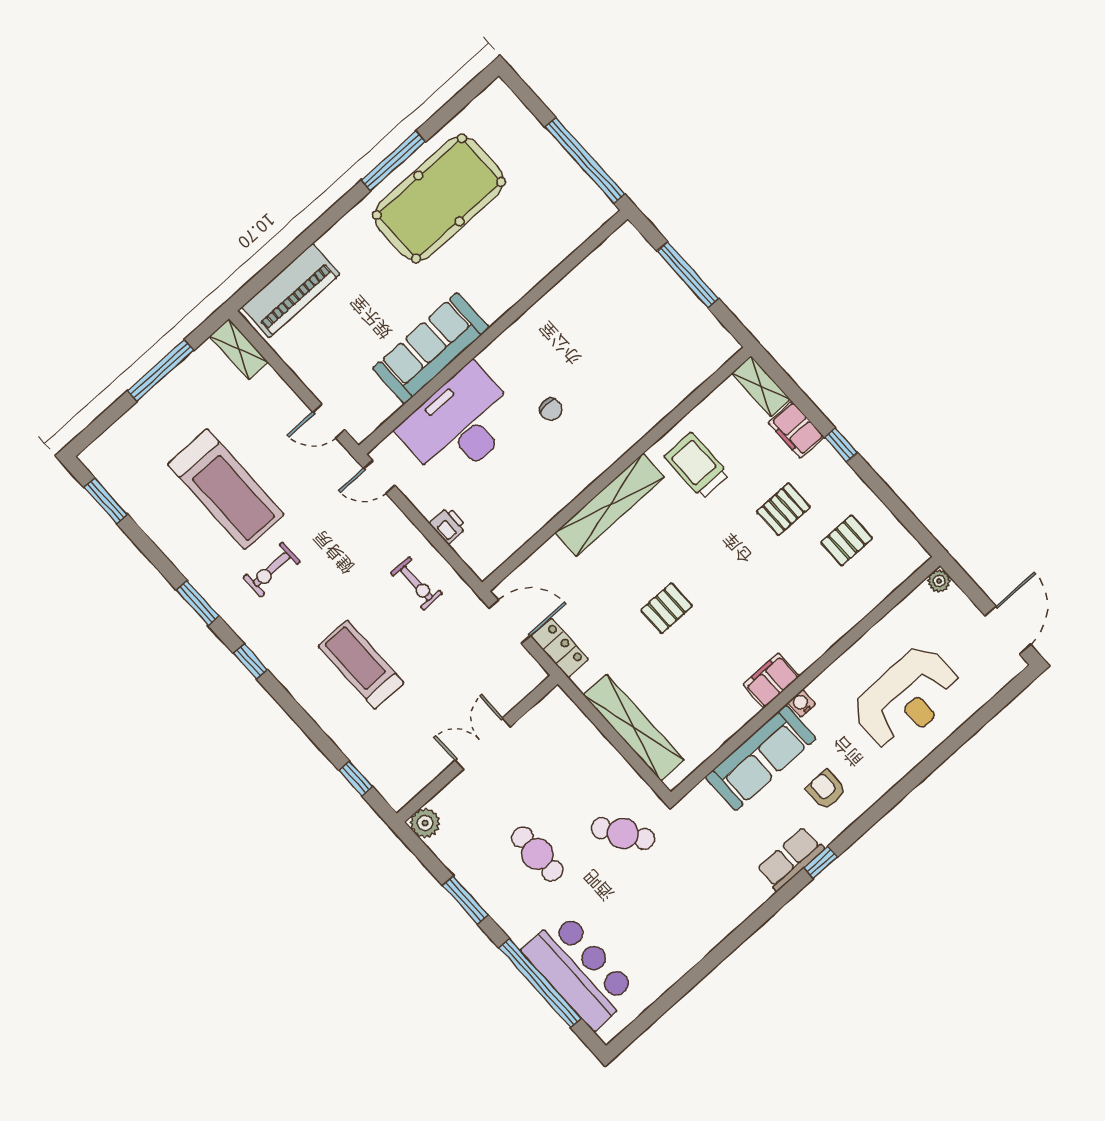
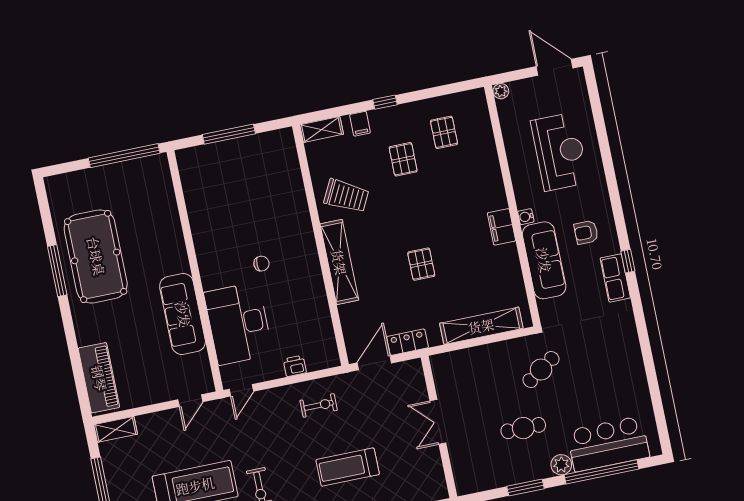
filing cabinet: (796, 430) -> (360, 124), width x0.50
trolley: (697, 465) -> (346, 196), turned -153
plant: (425, 823) -> (561, 465), moved

